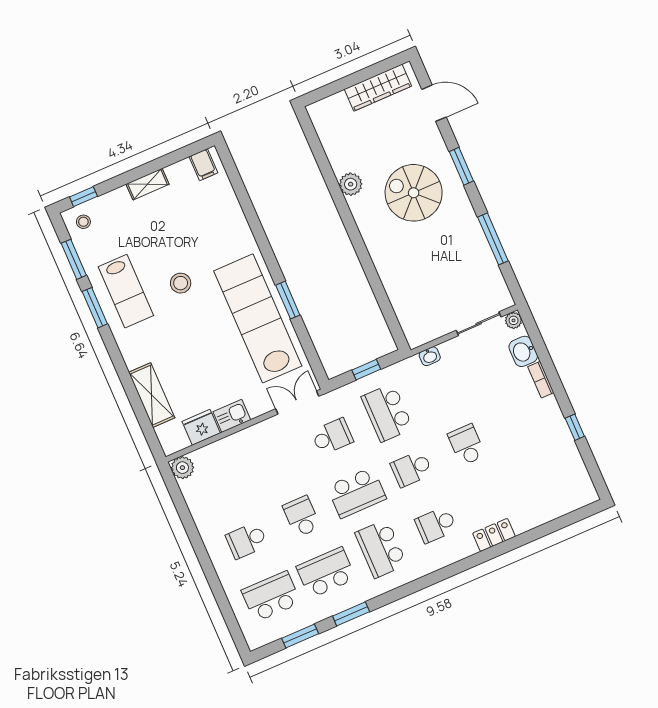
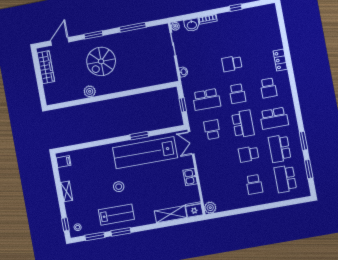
fridge: (201, 427) -> (194, 210), moved, turned 90

